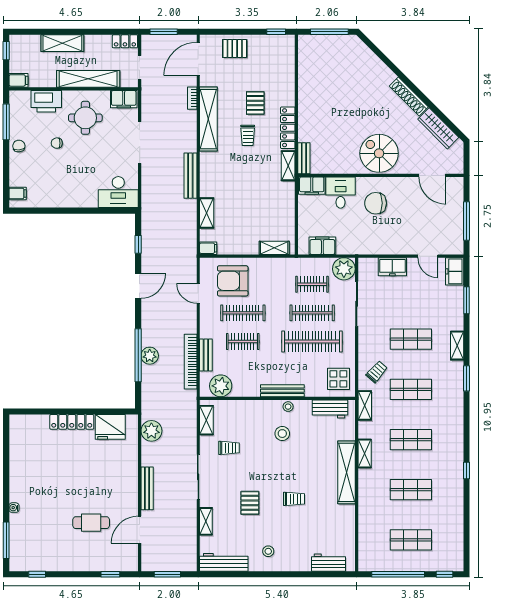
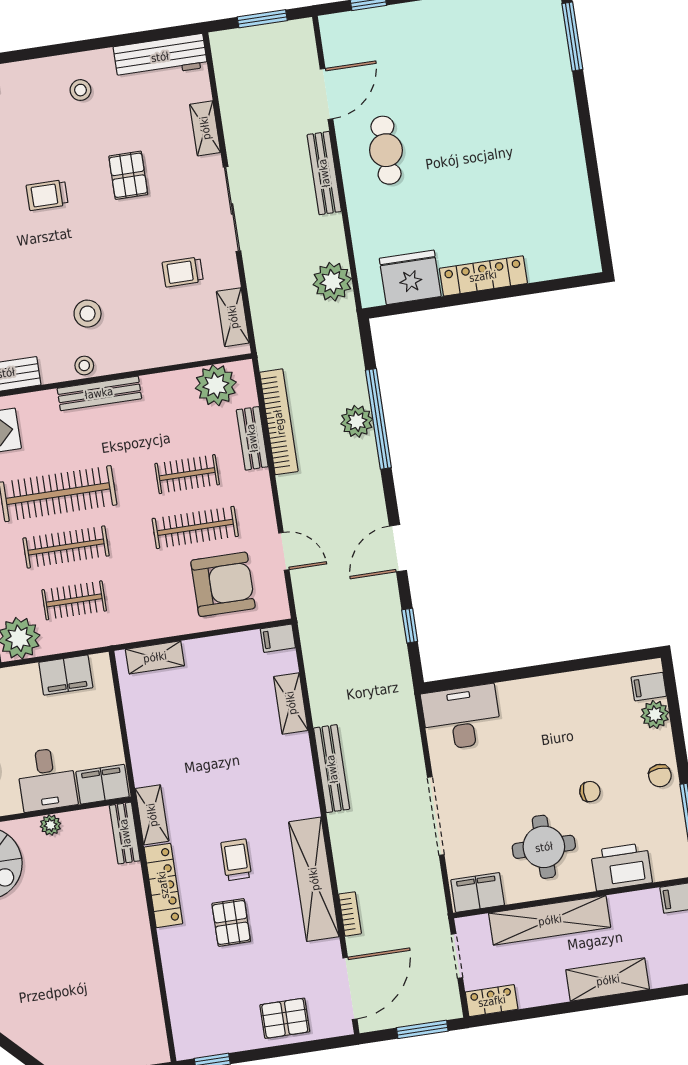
plant: (342, 168) -> (50, 825), added
plant: (17, 178) -> (655, 715), added
water cooler: (14, 508) -> (567, 100), removed
cafe table: (91, 523) -> (386, 150), moved, turned 90

